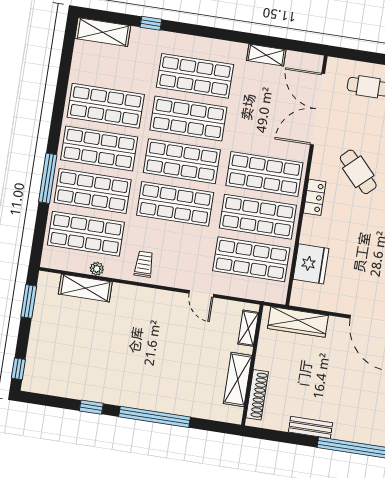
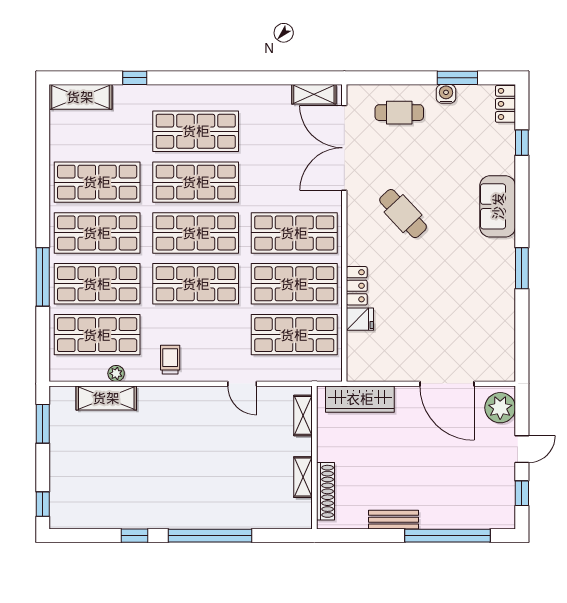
shelving: (266, 55) -> (314, 94), moved
locker: (315, 197) -> (357, 286), moved
fridge: (311, 264) -> (360, 319), width x0.53, depth x0.75
shelving: (238, 379) -> (303, 477), width x0.67, depth x0.75

